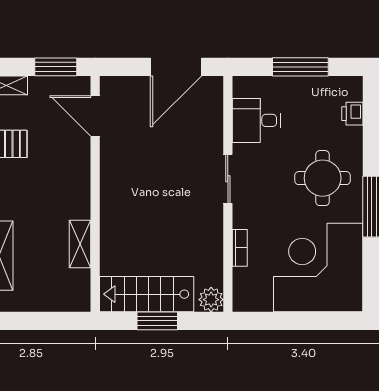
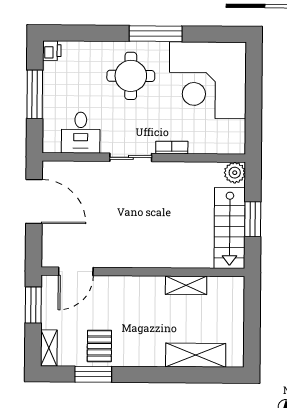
printer: (352, 114) -> (52, 51), moved, turned -90
bookcase: (240, 248) -> (172, 147), moved

